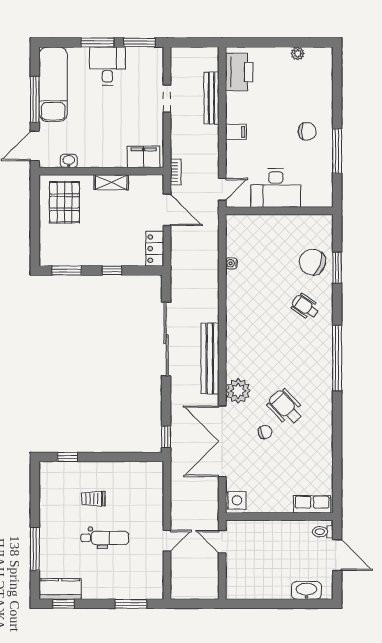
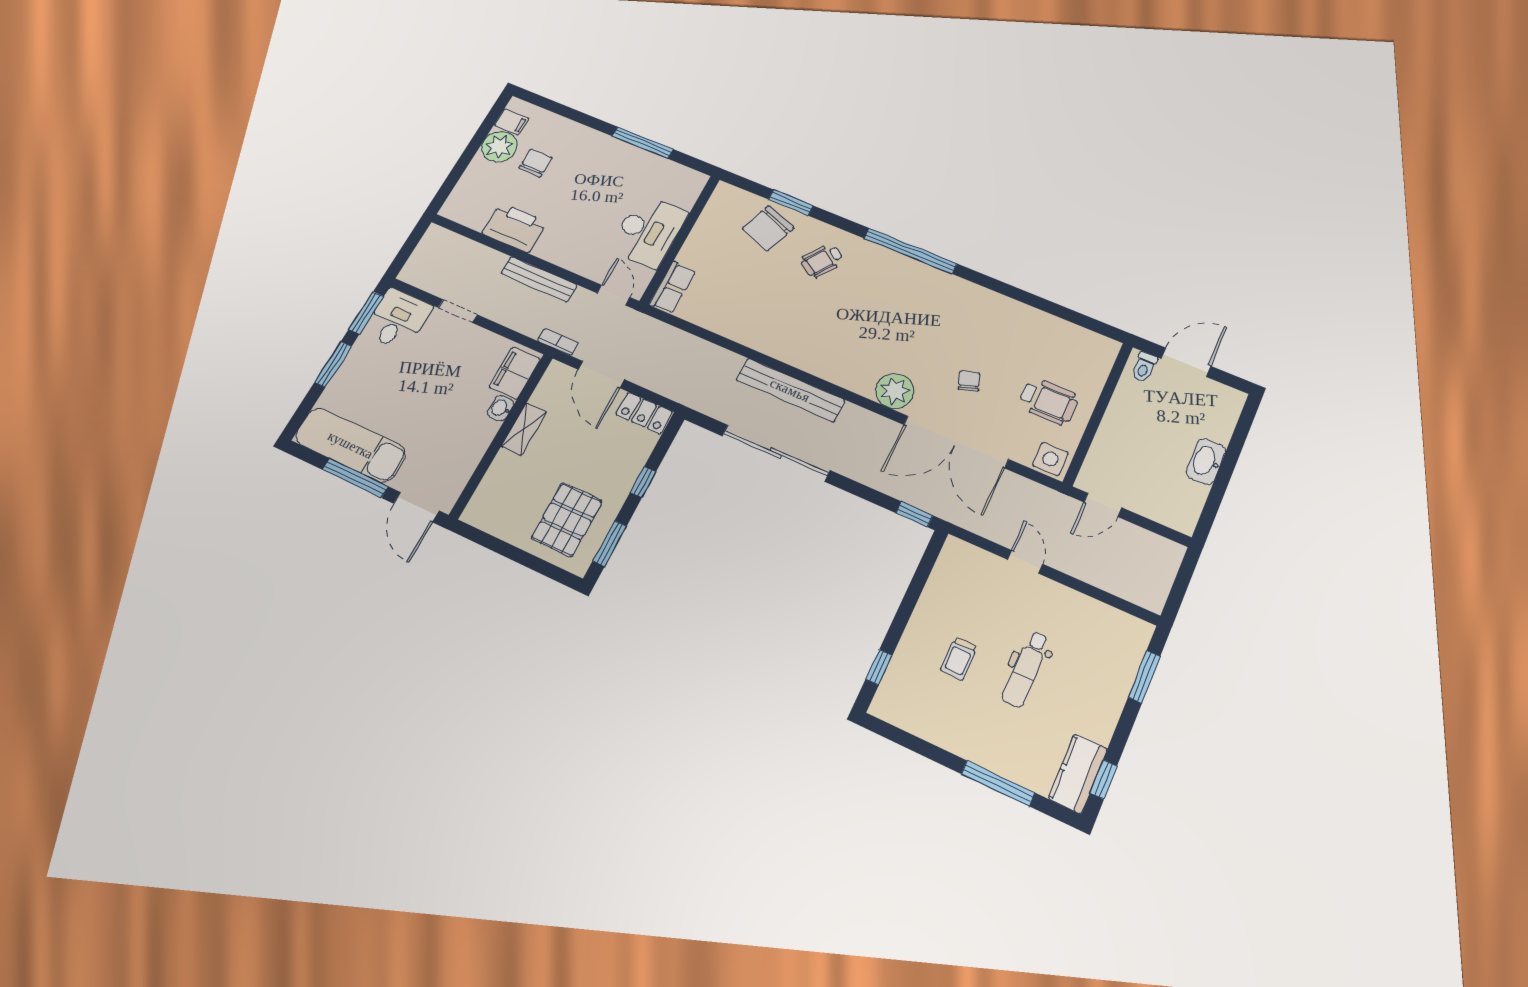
plant: (298, 53) -> (499, 147), width x1.88, depth x1.88
desk: (107, 66) -> (398, 319), moved, turned 90
printer: (239, 72) -> (515, 228), moved
bench: (211, 98) -> (539, 279), moved
chair: (307, 131) -> (536, 163), moved
filing cabinet: (236, 132) -> (512, 122), moved, turned 90
washbasin: (69, 161) -> (501, 408), moved
pallet: (64, 202) -> (567, 520), moved, turned 90
door: (167, 210) -> (601, 375), swing flipped
water cooler: (231, 263) -> (717, 325), removed
bench: (210, 359) -> (790, 390), moved
wheelchair: (286, 407) -> (1048, 401), moved, turned -137
row of seats: (312, 504) -> (672, 287), moved, turned 180
dental chair: (105, 538) -> (1026, 669), turned 180
door: (167, 541) -> (1025, 562), moved
washbasin: (306, 590) -> (1206, 461), moved

